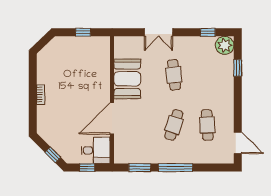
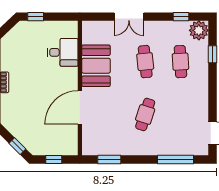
window: (83, 32) -> (36, 17), moved
cafe table: (207, 125) -> (180, 62), moved
desk: (96, 150) -> (63, 52), moved
window: (175, 168) -> (176, 159), moved

